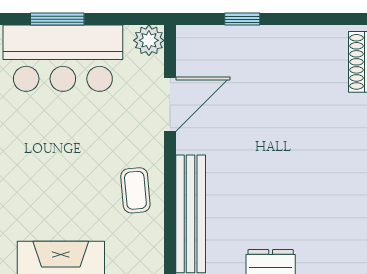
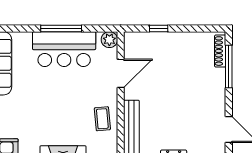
window: (57, 19) -> (61, 28), width x1.44

